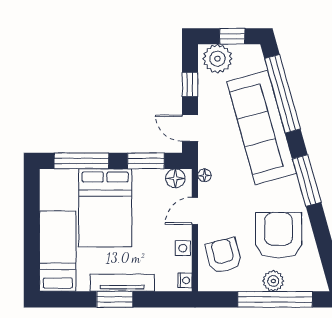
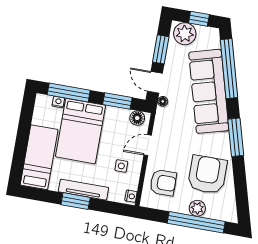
window: (190, 84) -> (161, 49), width x1.50
floor lamp: (204, 175) -> (163, 101), moved
nightstand: (70, 176) -> (58, 102), added
side table: (183, 248) -> (121, 166), moved
armchair: (223, 256) -> (163, 183), turned 104

